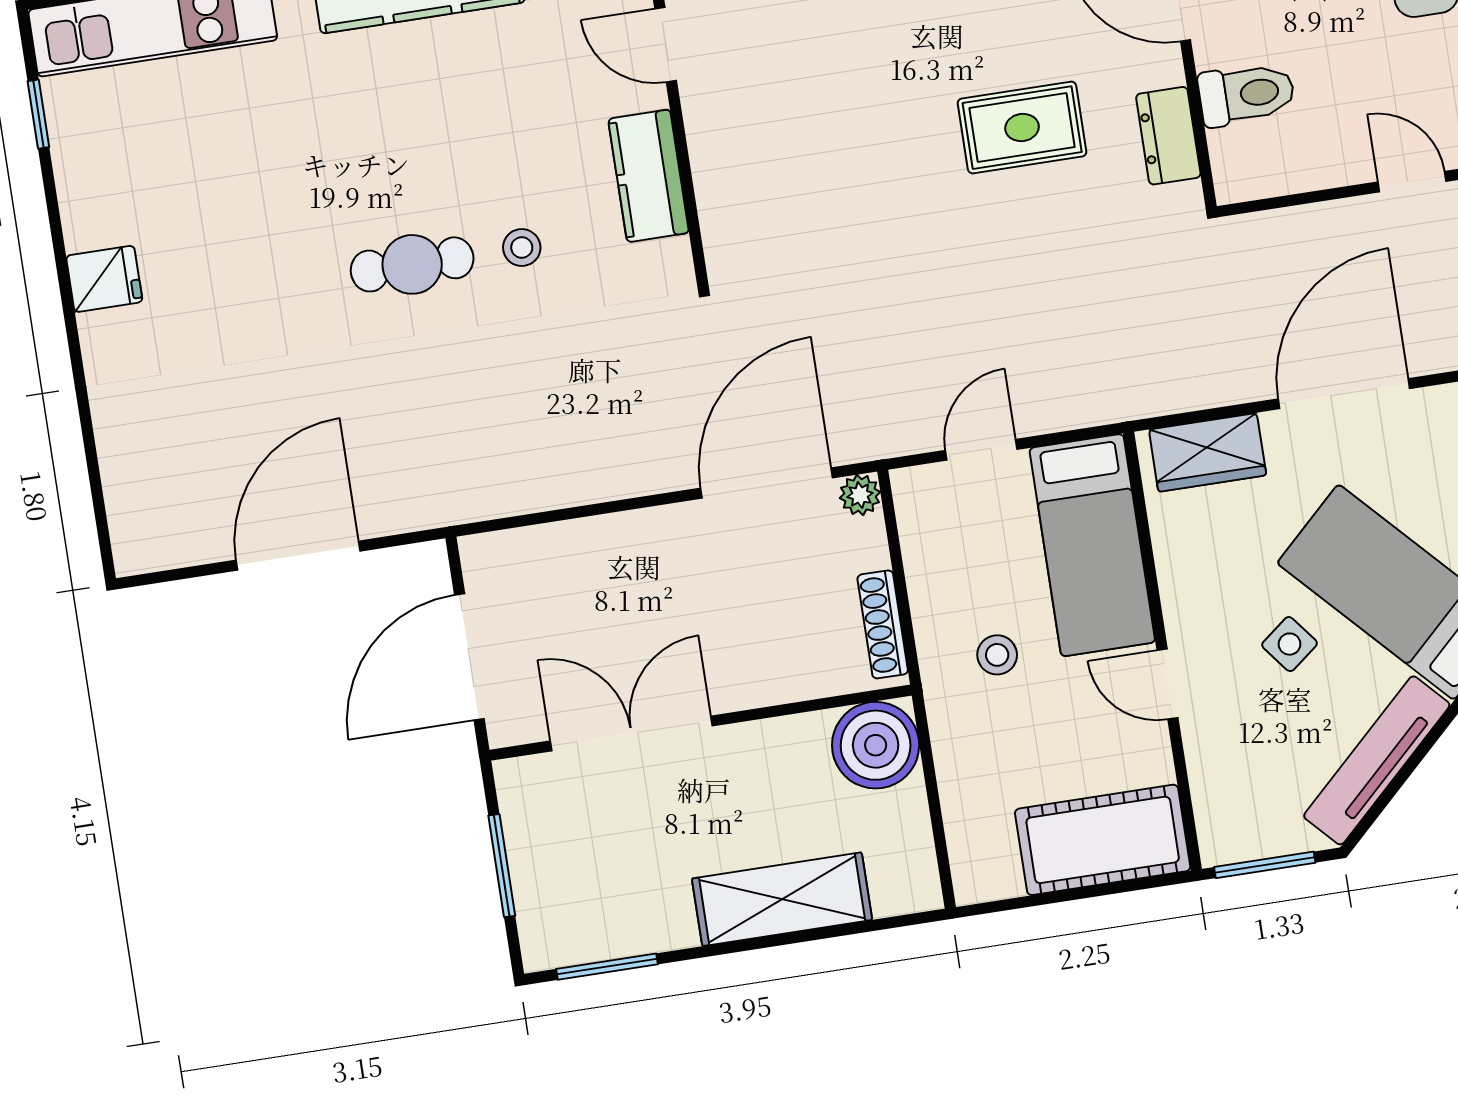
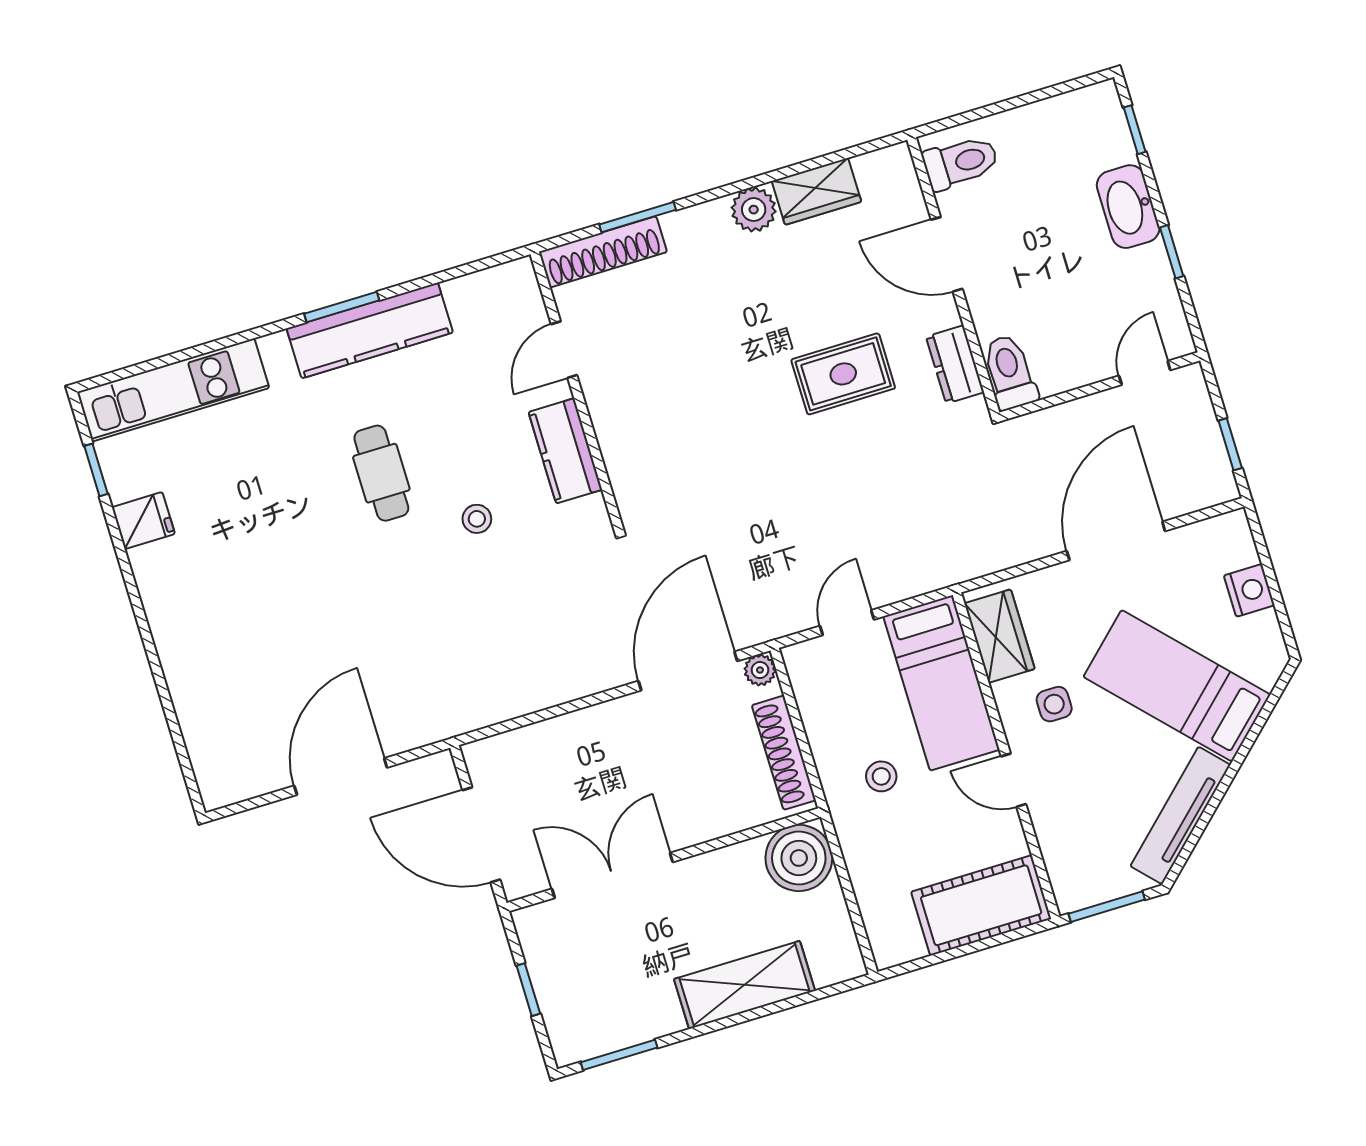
door: (666, 45) -> (564, 350), hinge flipped
toilet: (1247, 94) -> (1010, 372), moved, turned -90
door: (1412, 182) -> (1145, 373), hinge flipped
cafe table: (412, 264) -> (381, 473), moved, turned 90
fridge: (104, 279) -> (143, 521), moved
wardrobe: (1208, 452) -> (1000, 636), moved, turned -90
shoe rack: (883, 624) -> (784, 753), width x1.36, depth x1.24
side table: (1290, 644) -> (1054, 704), moved, turned 38
door: (469, 657) -> (481, 835), hinge flipped
window: (502, 866) -> (528, 990), width x0.67

